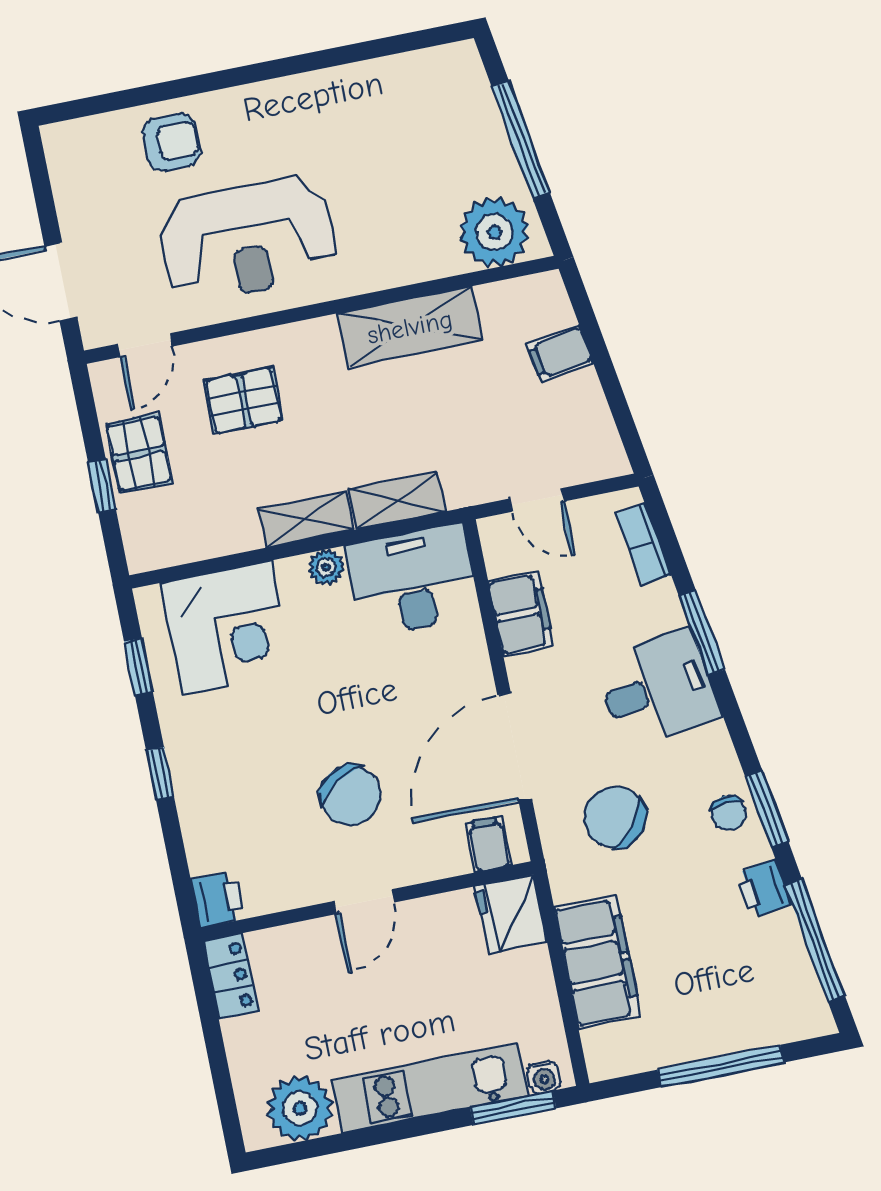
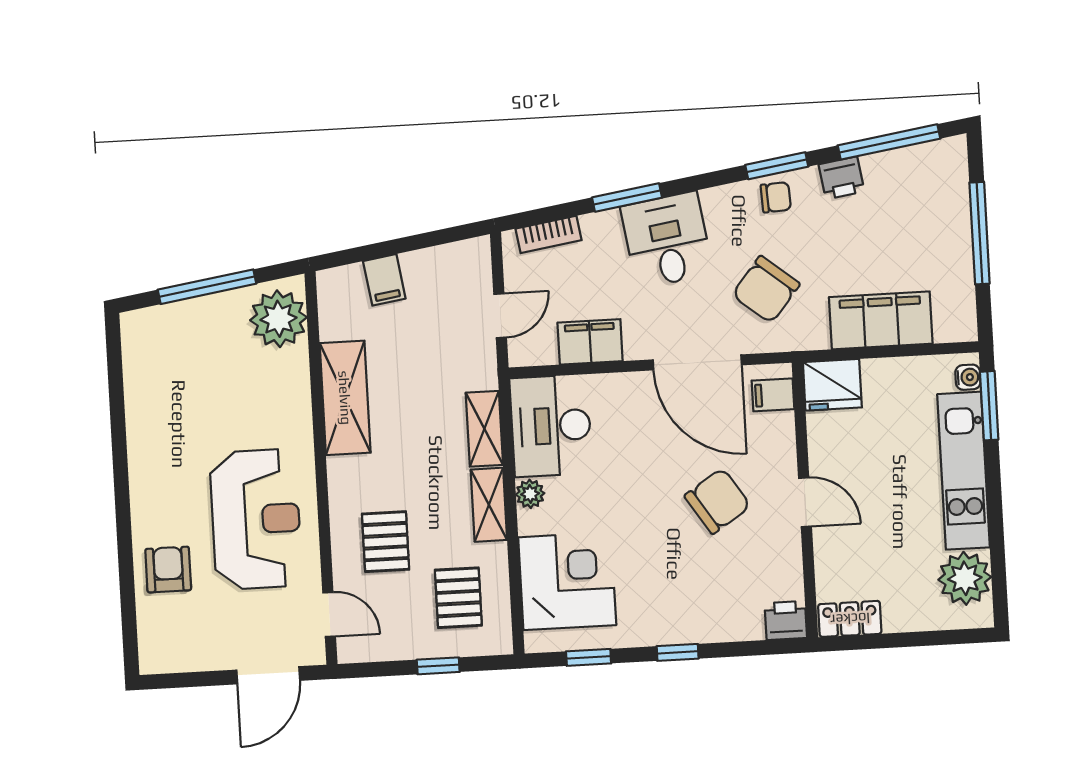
pallet: (139, 453) -> (458, 598), moved, turned 90

